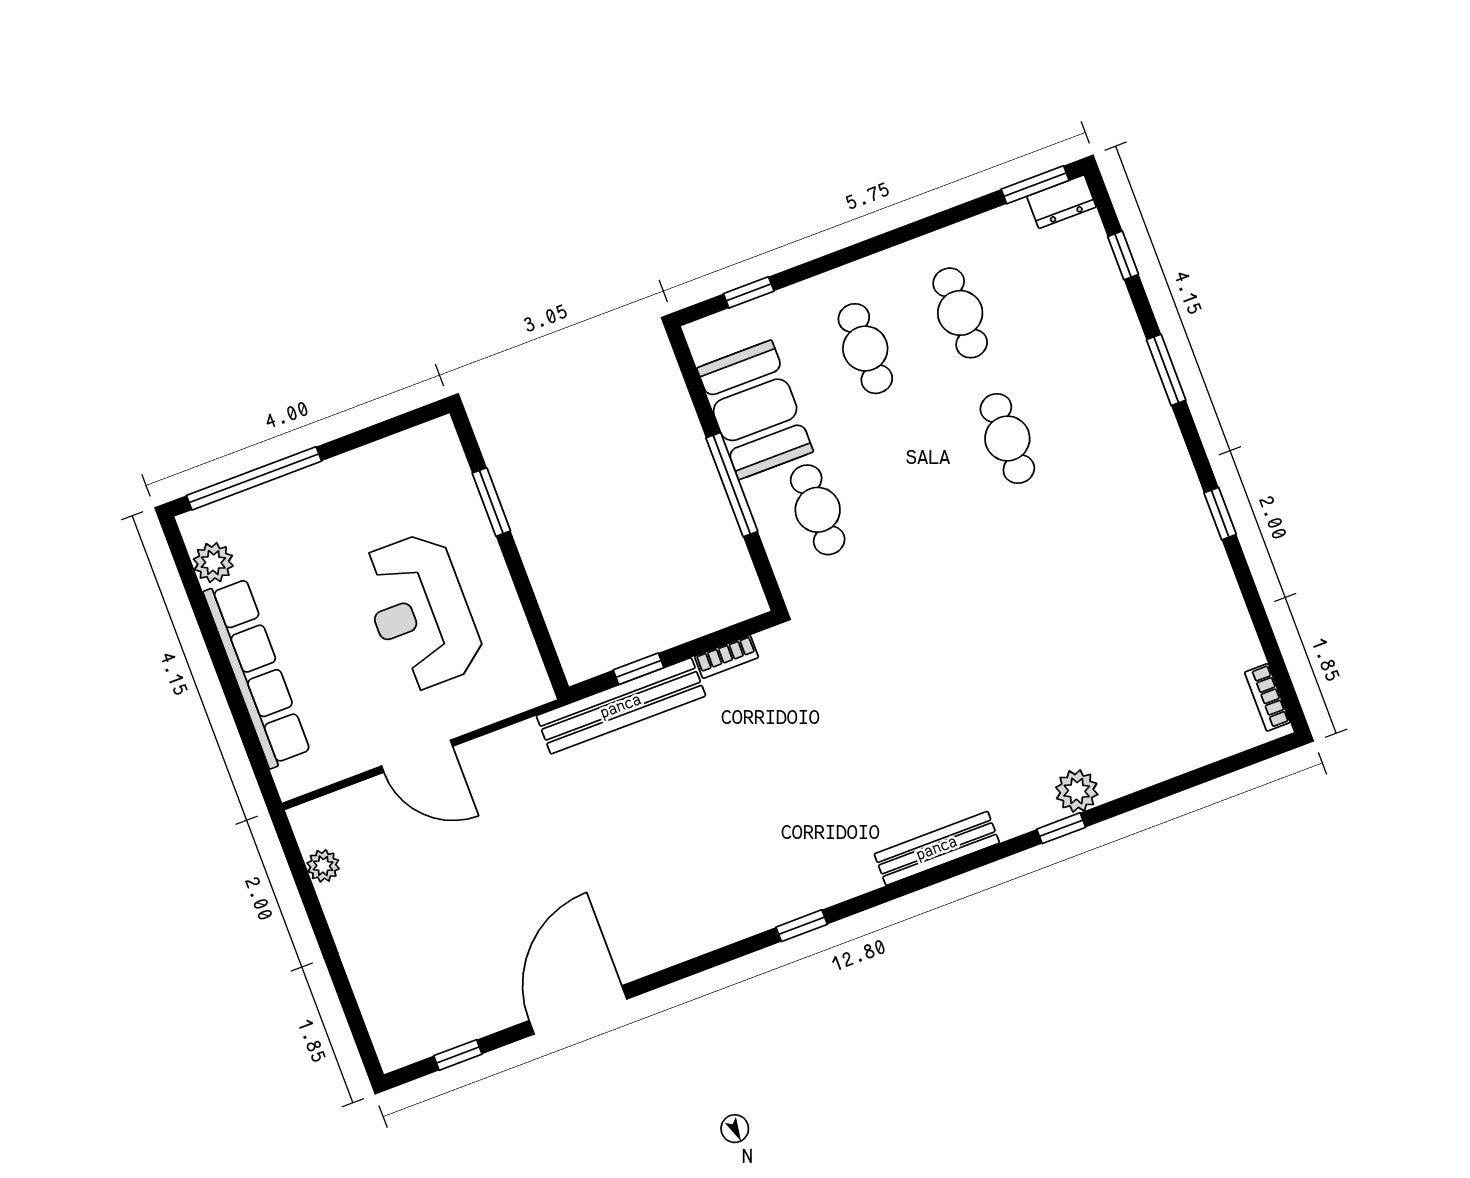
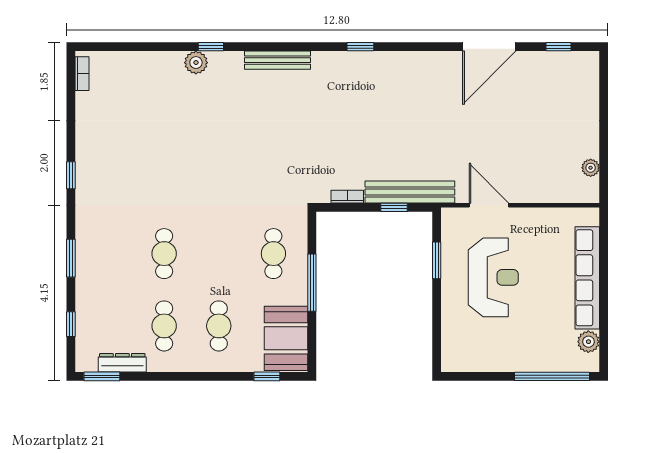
dresser: (1062, 202) -> (122, 363), moved, width x1.44
booth: (755, 410) -> (286, 338), moved
window: (491, 502) -> (437, 260), moved
door: (417, 756) -> (489, 205), moved

